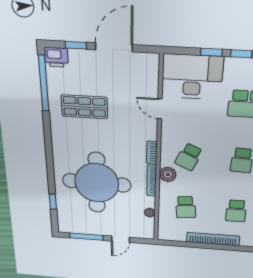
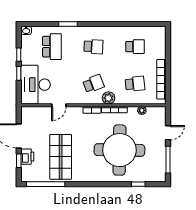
printer: (56, 57) -> (27, 157), moved
shop shelf: (84, 107) -> (61, 157), width x1.43, depth x1.36
school desk: (189, 157) -> (93, 84), turned -45
door: (120, 239) -> (168, 133), hinge flipped
bookcase: (213, 239) -> (161, 79), moved

